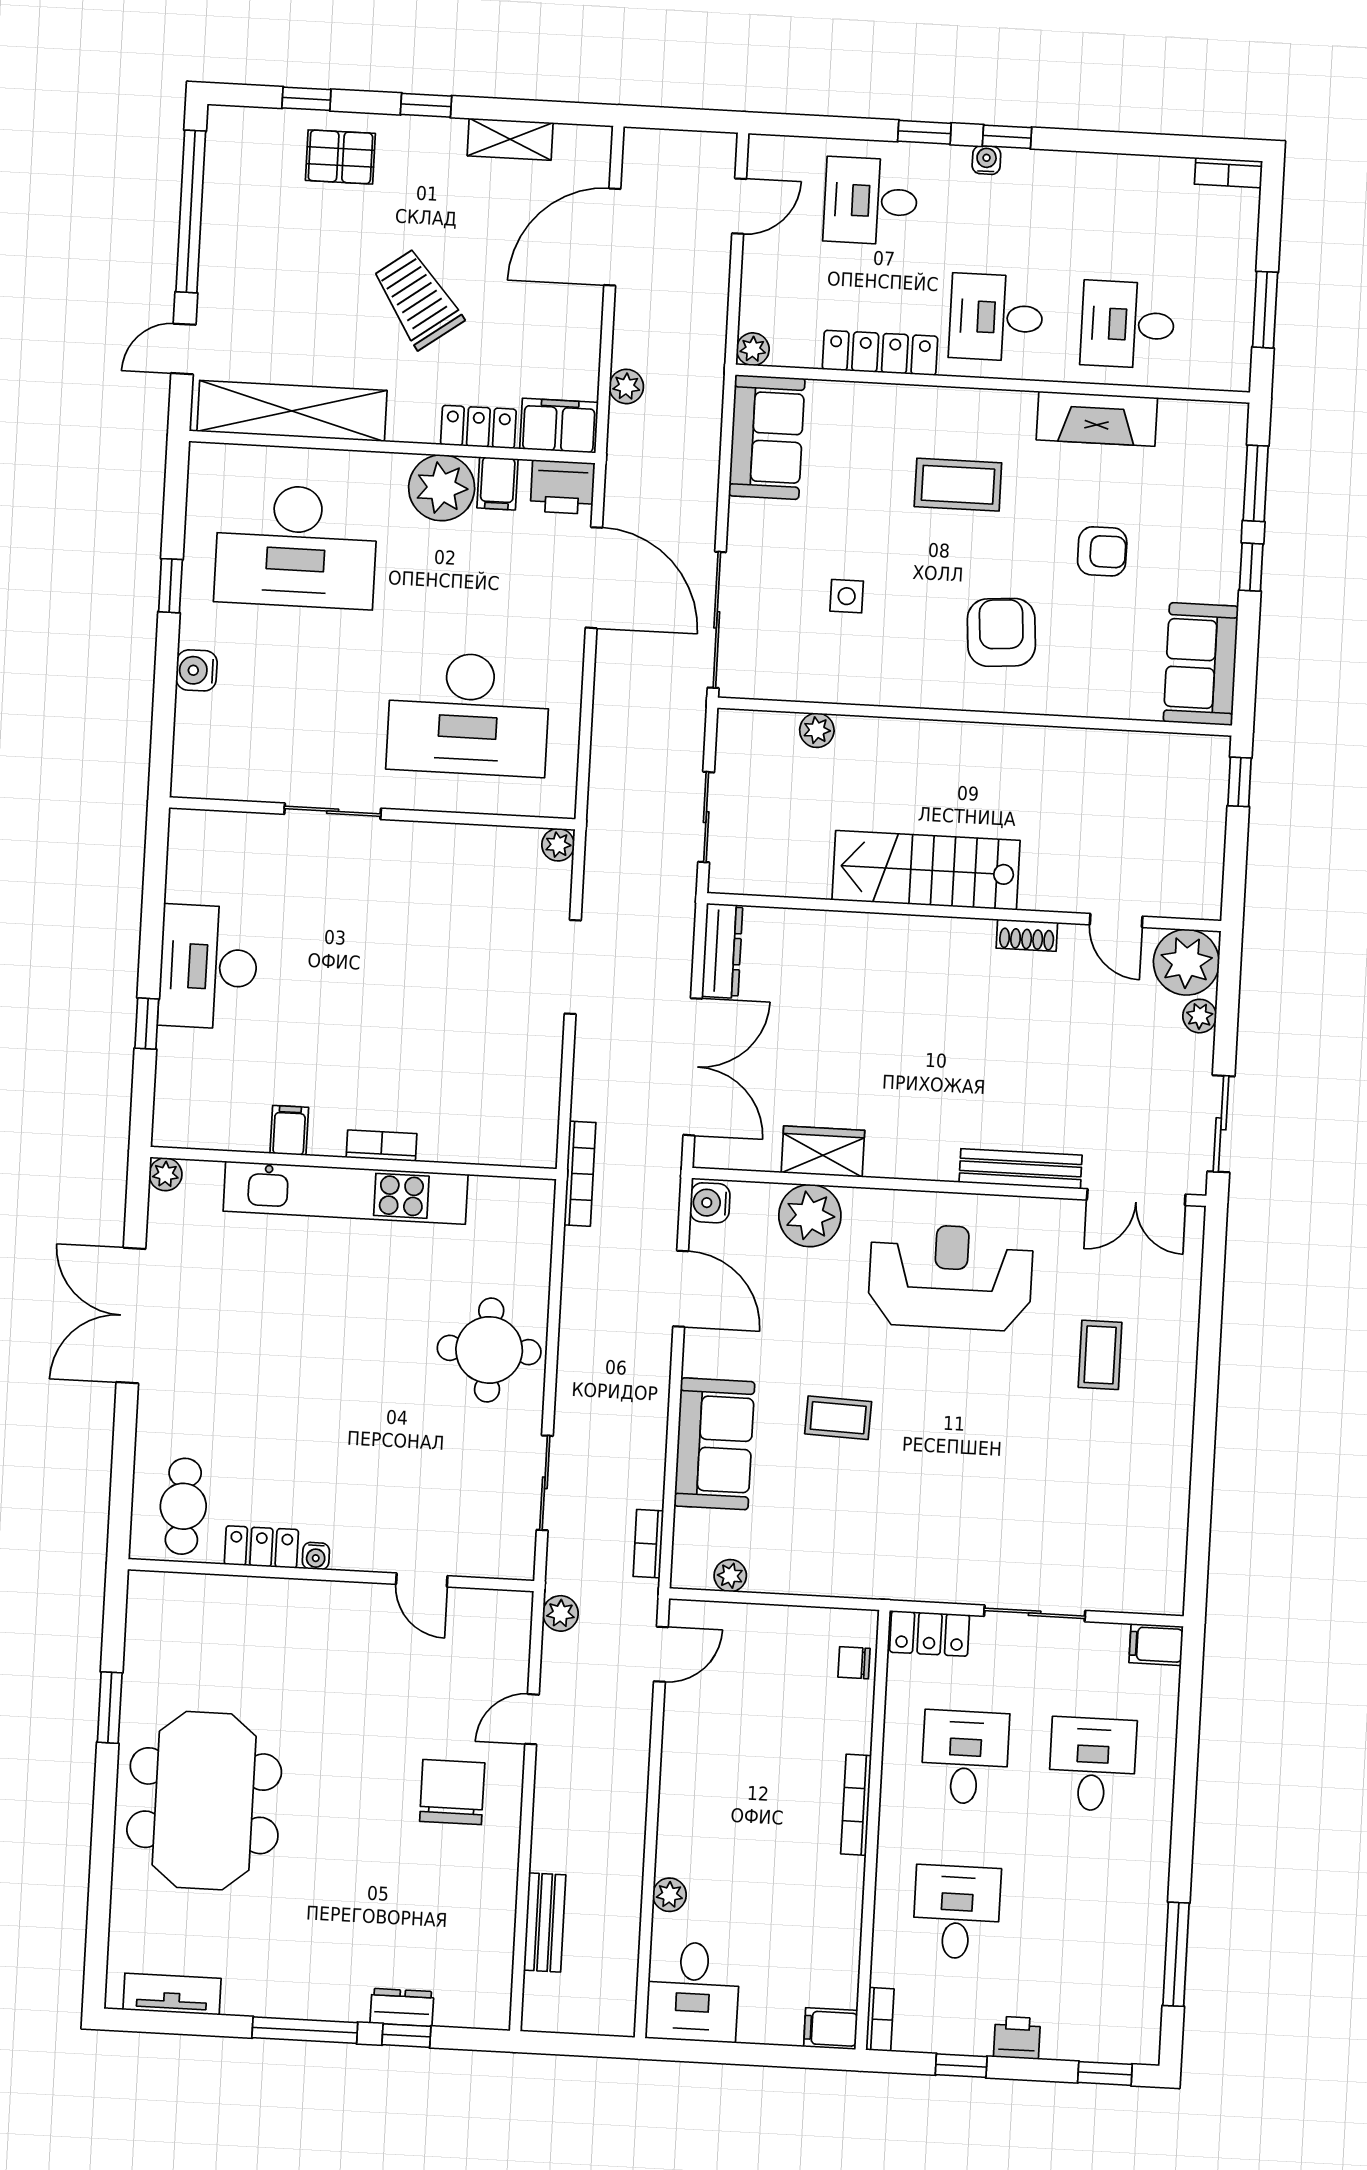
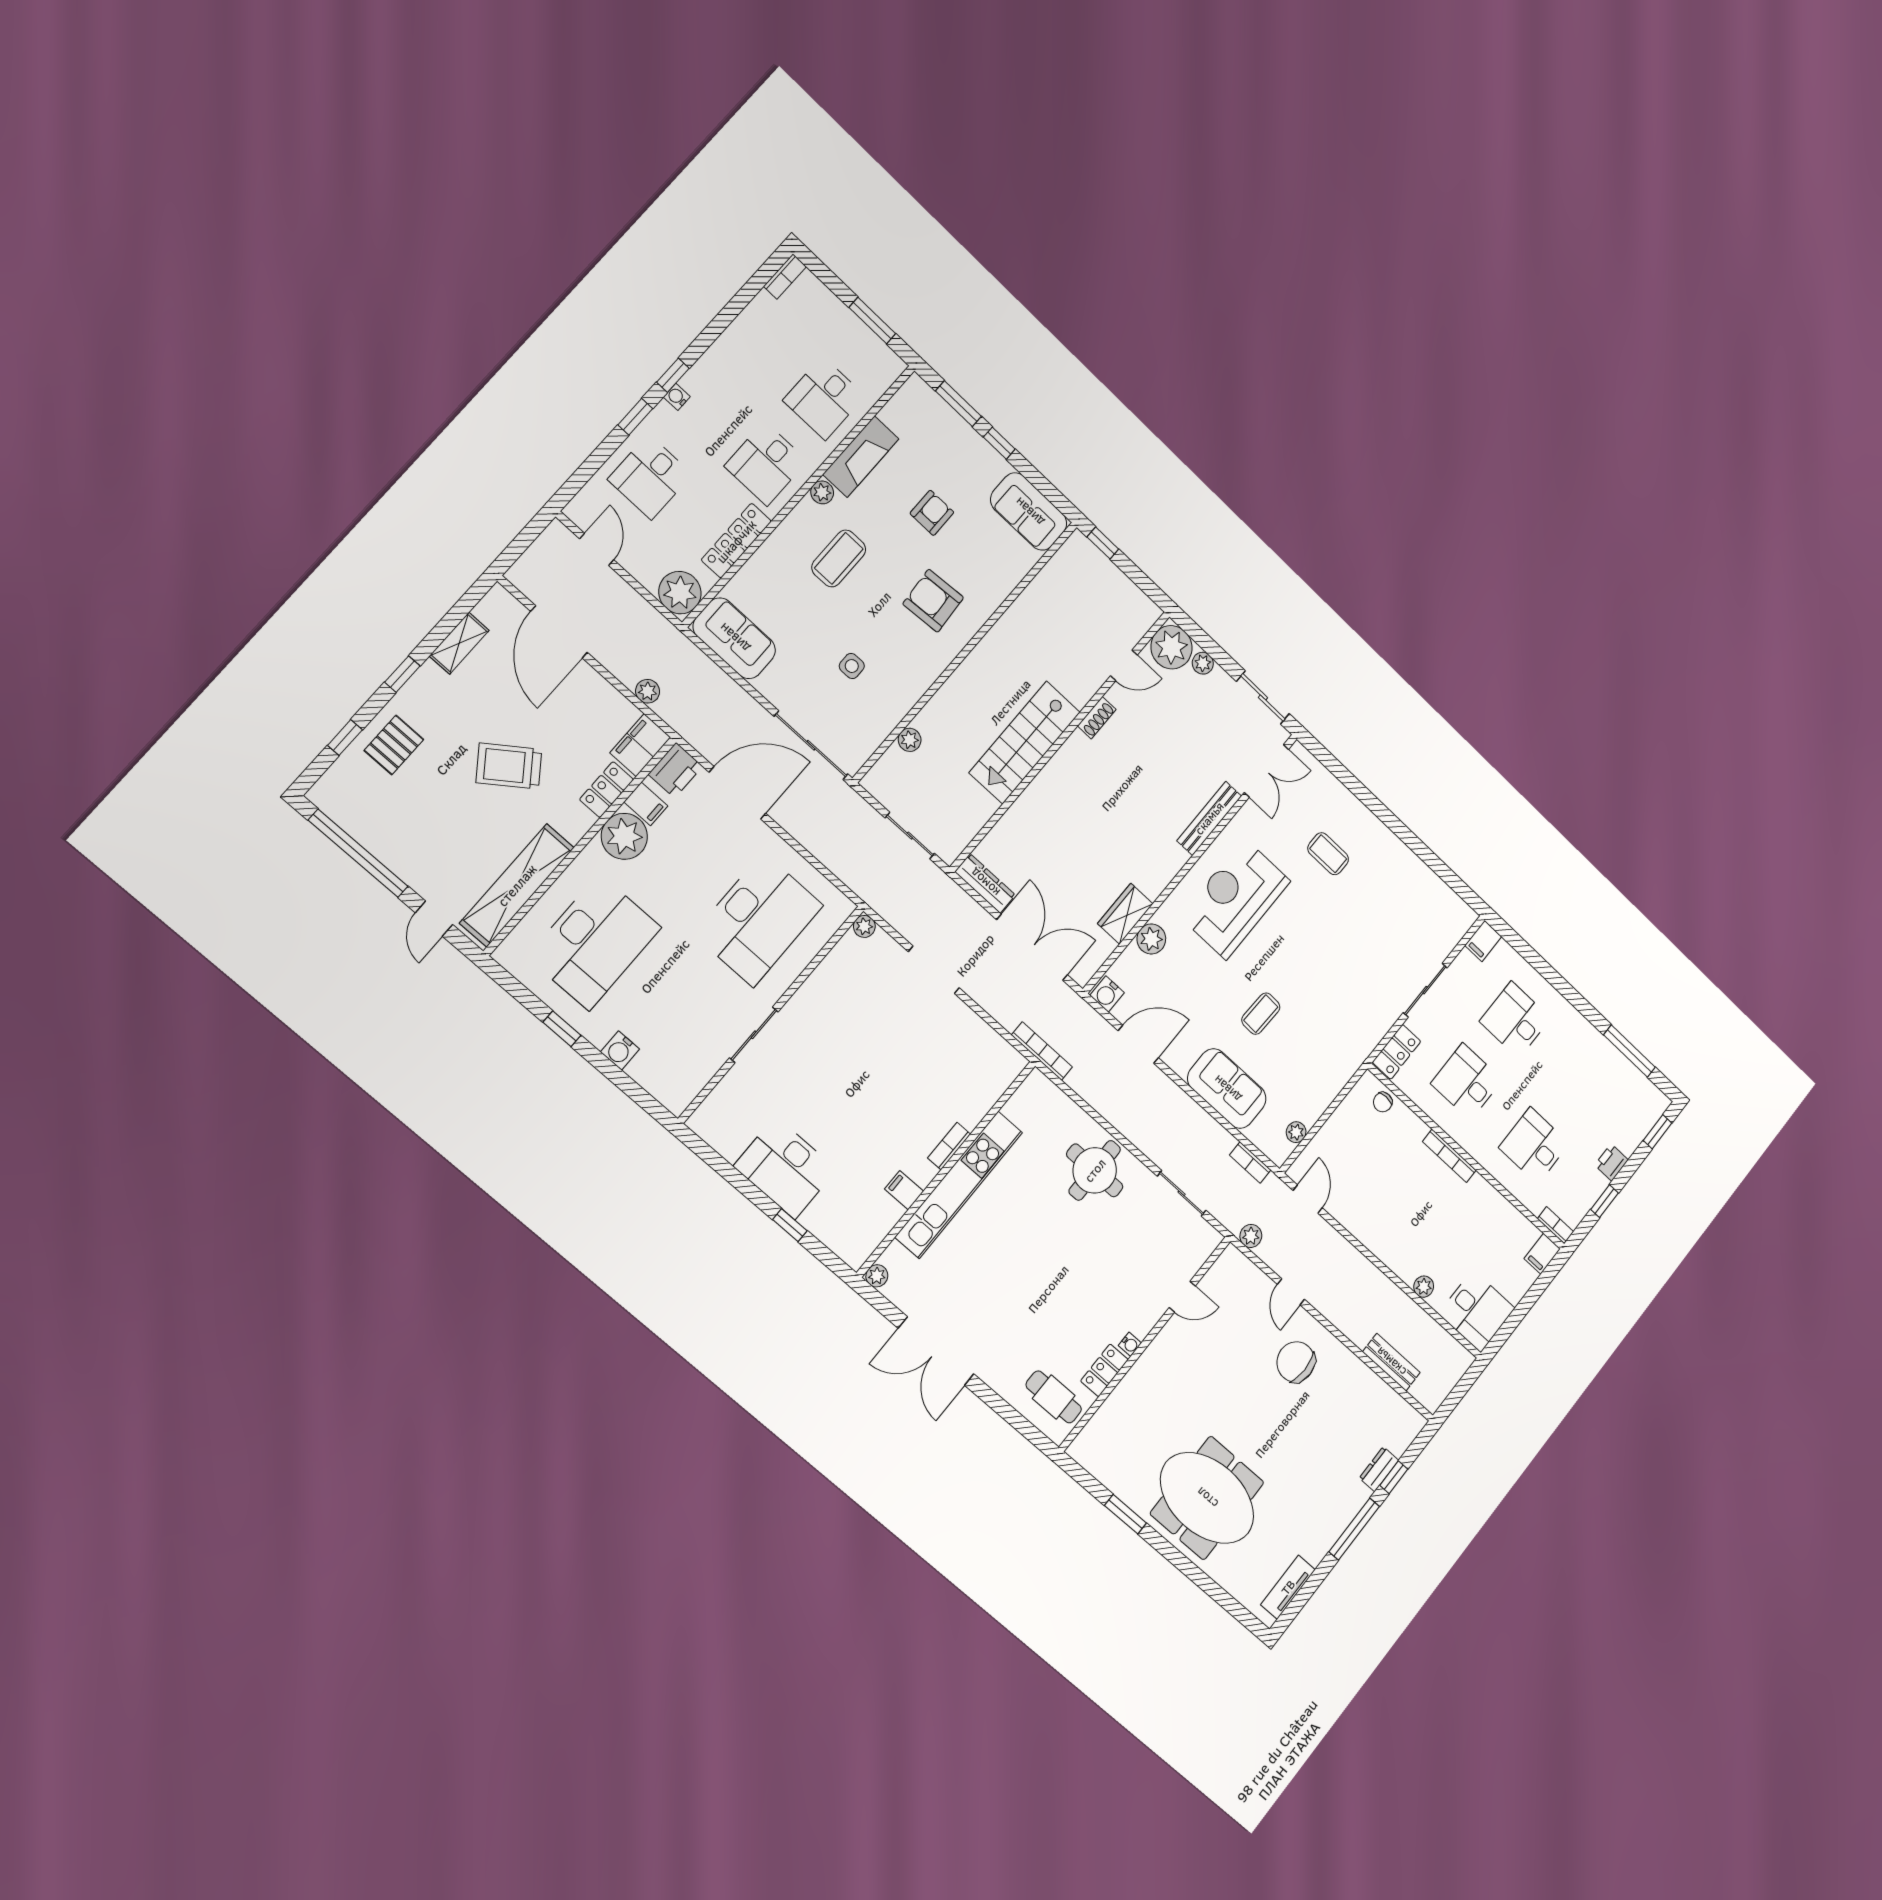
plant: (753, 349) -> (680, 593), width x1.87, depth x1.87
plant: (1018, 407) -> (822, 492), added
plant: (810, 1216) -> (1151, 939), width x0.73, depth x0.73

